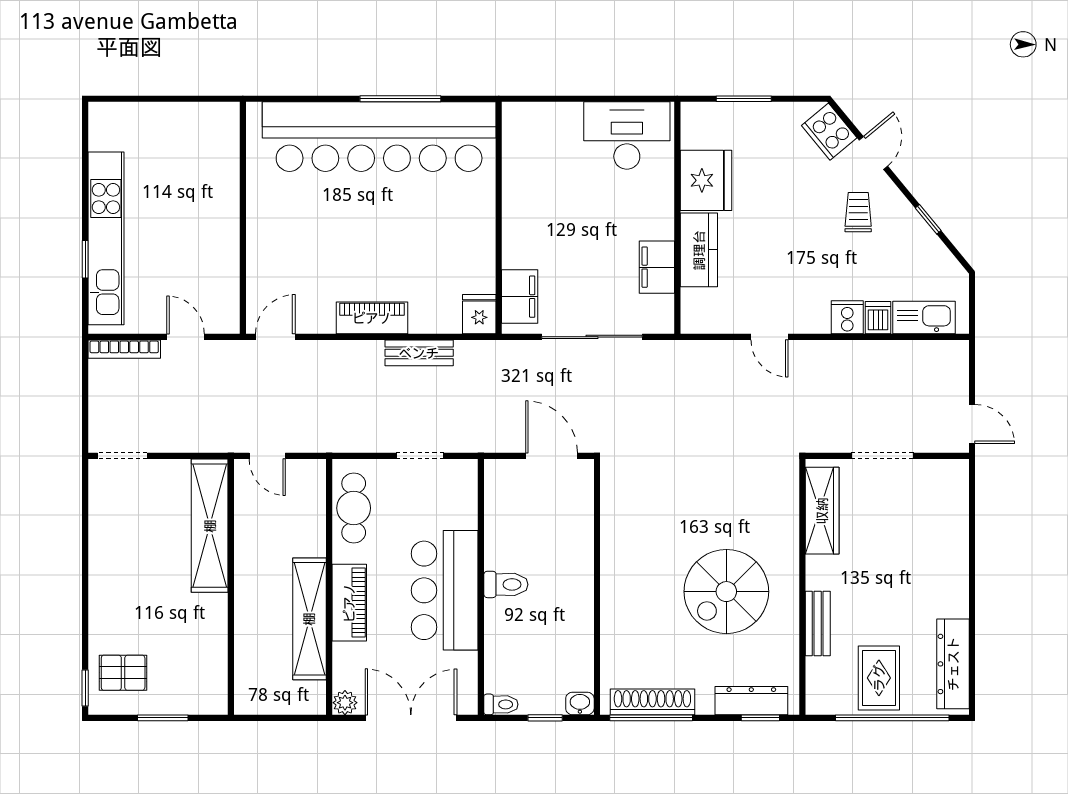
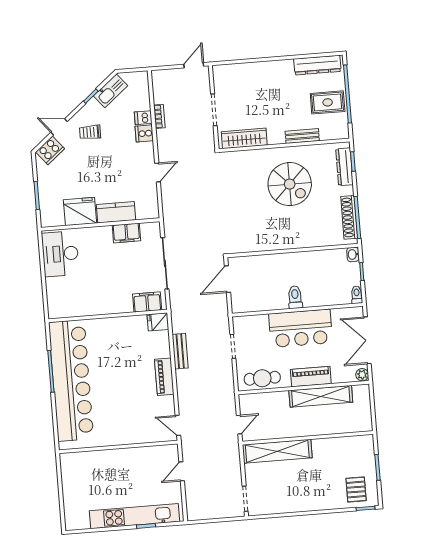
kitchen sink: (924, 317) -> (111, 91), moved, turned -130
bookcase: (124, 349) -> (159, 116), moved, width x0.64

